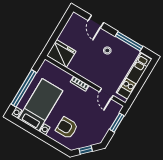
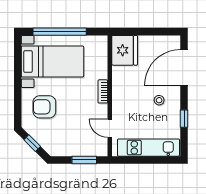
door: (96, 22) -> (184, 68), width x1.87
window: (129, 41) -> (184, 119), width x0.46
door: (106, 94) -> (110, 128), hinge flipped
armchair: (67, 128) -> (44, 107), turned -90

